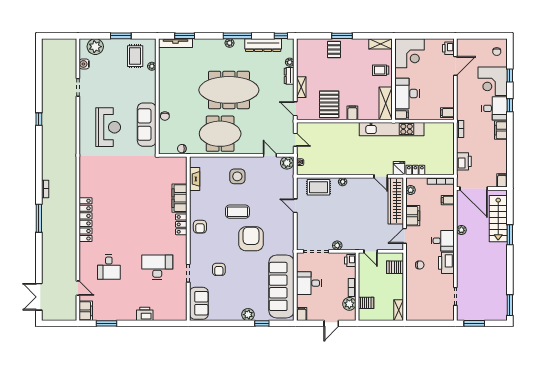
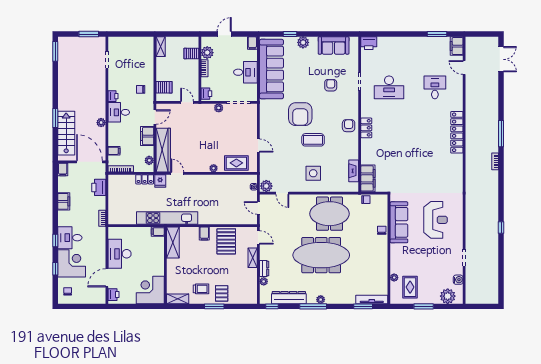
trolley: (381, 70) -> (201, 289), moved
desk: (407, 94) -> (120, 254), moved, turned 180
filing cabinet: (447, 113) -> (114, 234), removed
reception desk: (108, 127) -> (436, 220), turned 180
filing cabinet: (501, 130) -> (64, 201), moved
filing cabinet: (179, 198) -> (368, 178), moved
printer: (446, 263) -> (113, 96), width x0.53, depth x0.68
sofa: (199, 303) -> (334, 45), moved, turned -90
printer: (145, 314) -> (369, 43), moved

